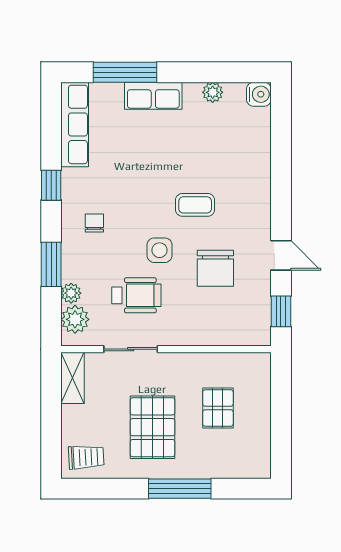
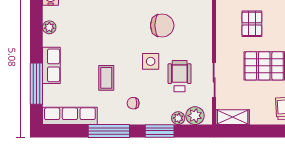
window: (51, 185) -> (109, 131), width x2.17
coffee table: (195, 205) -> (106, 78), moved
pallet: (218, 408) -> (252, 24), turned 90

